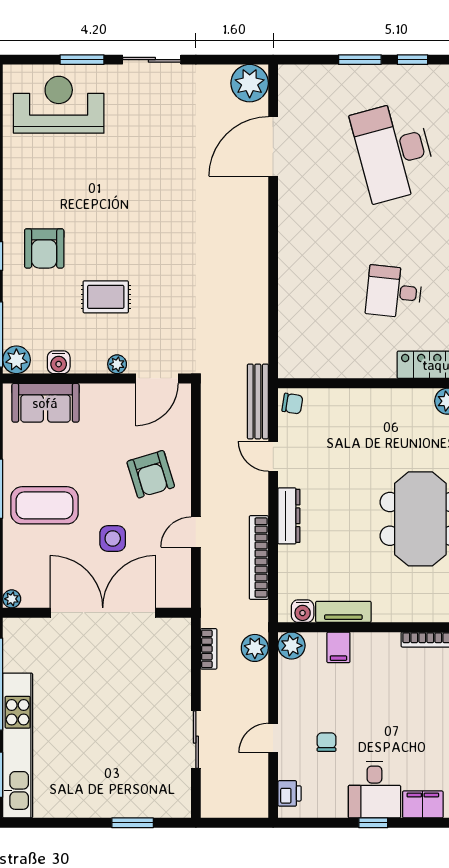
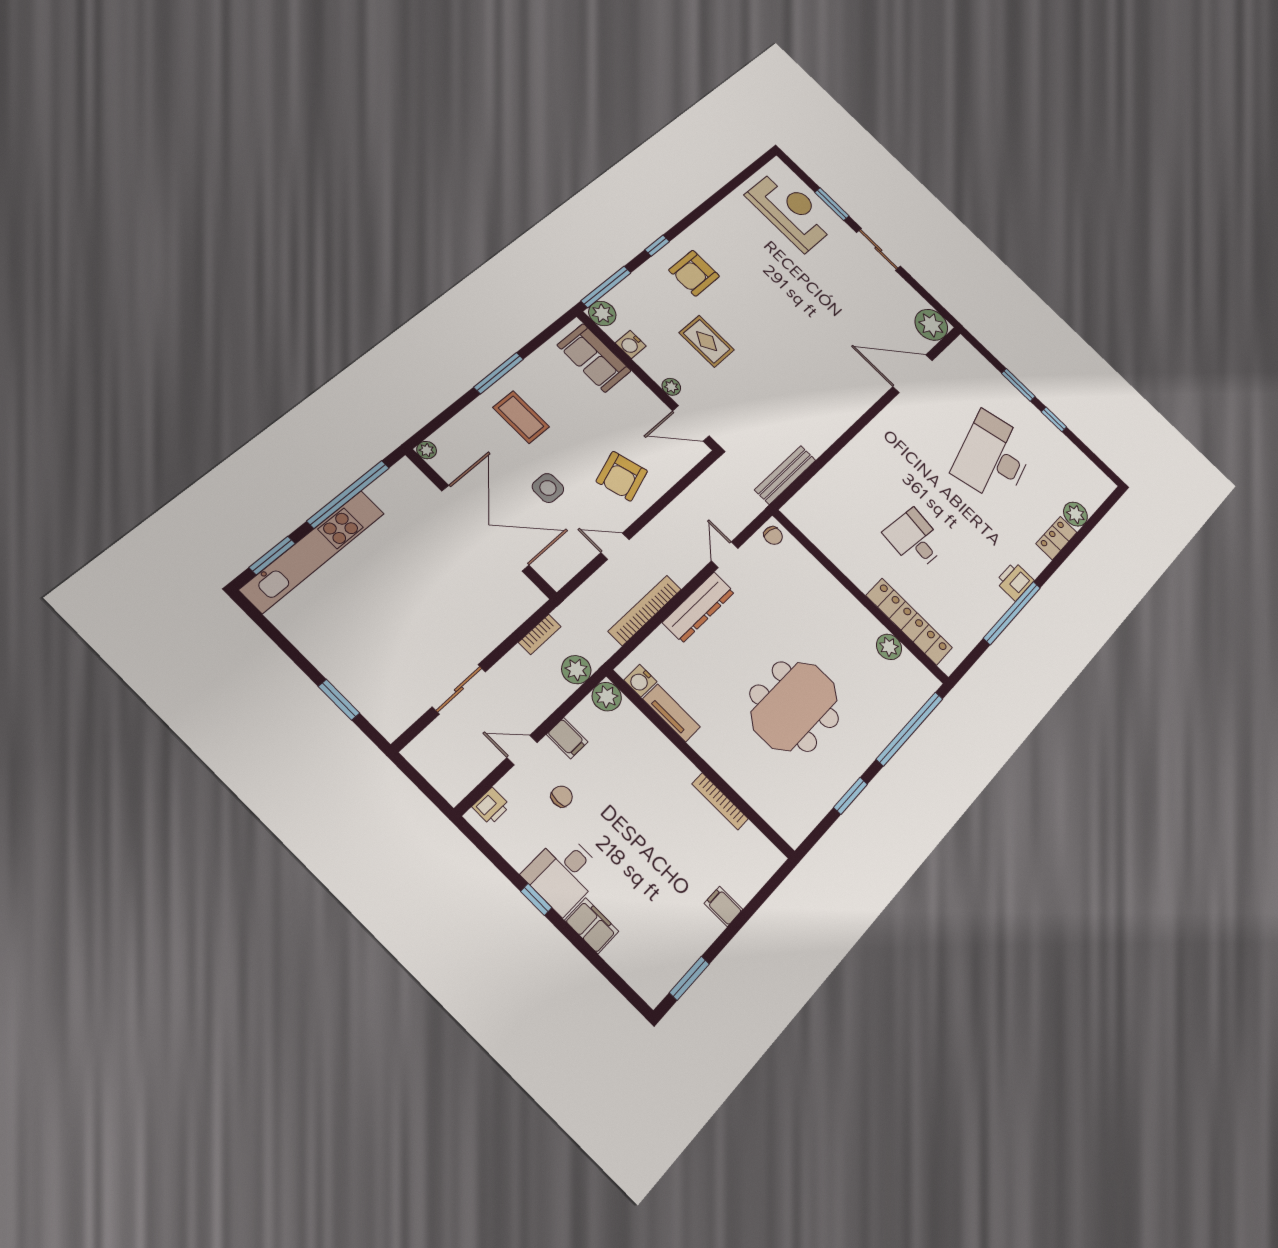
bench: (258, 401) -> (785, 475), moved
coffee table: (44, 505) -> (521, 417), width x0.73, depth x0.76
dresser: (289, 516) -> (699, 607), width x1.37, depth x1.24
filing cabinet: (338, 647) -> (567, 738), moved, turned -90

